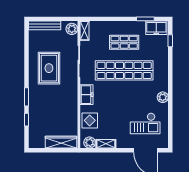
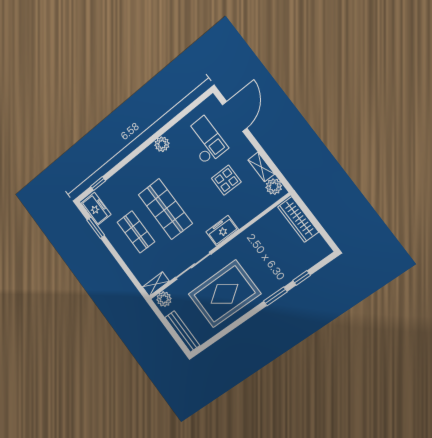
rug: (49, 68) -> (224, 294), width x1.37, depth x1.44
shop shelf: (124, 70) -> (165, 209), width x0.71
display table: (90, 120) -> (226, 180), moved

